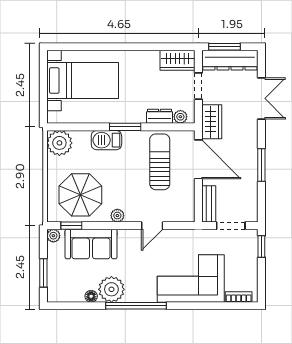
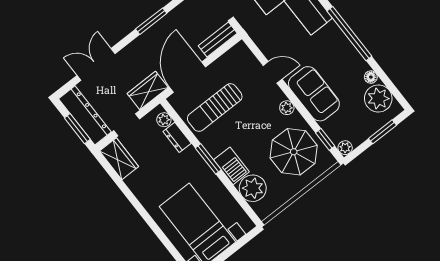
plant: (59, 143) -> (253, 188), moved
sofa: (91, 244) -> (314, 94), moved
plant: (111, 289) -> (378, 98), moved

